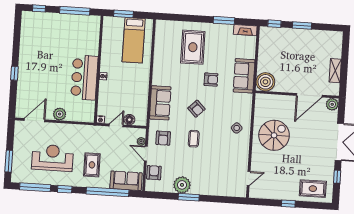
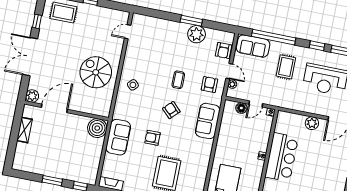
spiral stairs: (274, 135) -> (96, 72), turned 90

